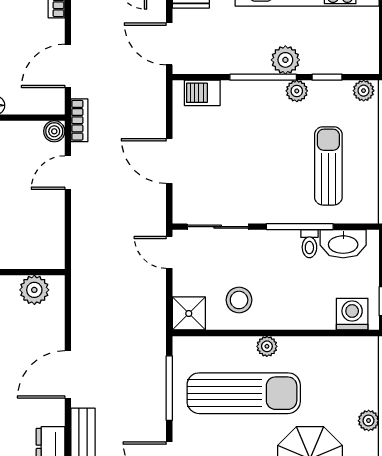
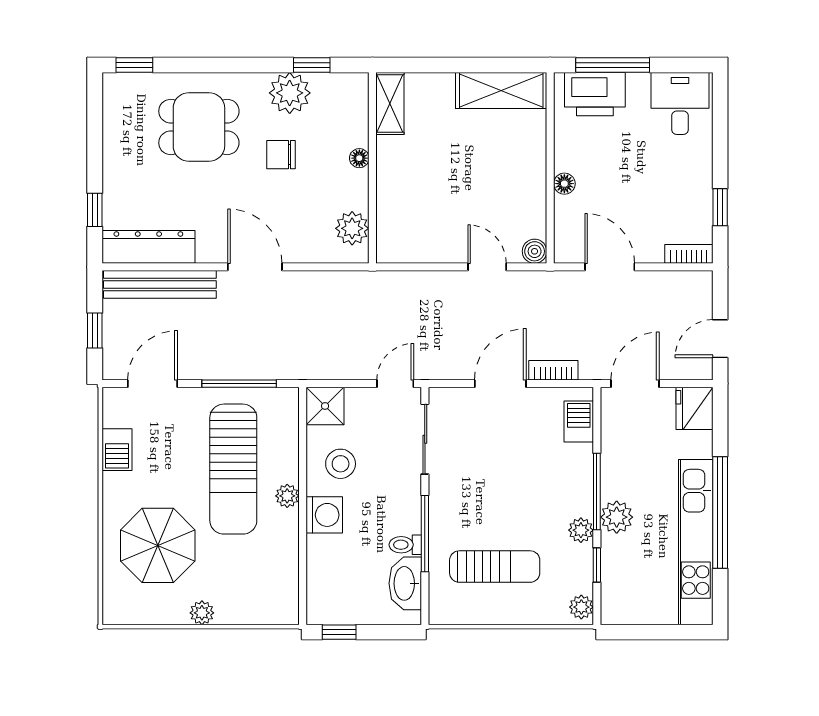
bookcase: (79, 120) -> (553, 370), moved, turned 180
washing machine: (352, 314) -> (324, 515), moved

